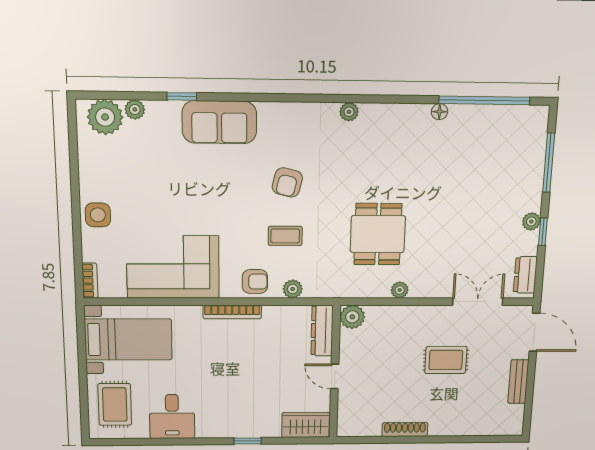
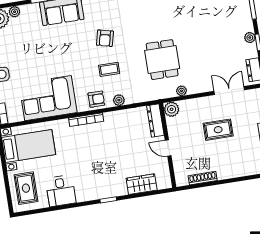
plant: (352, 317) -> (172, 109), moved
dresser: (322, 331) -> (155, 120), moved
wall: (335, 372) -> (168, 145), moved
door: (335, 376) -> (168, 148), moved

